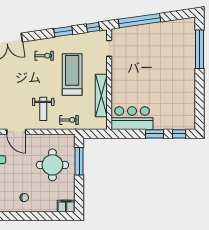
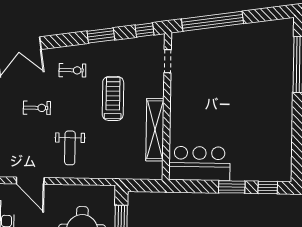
treadmill: (72, 75) -> (113, 98), width x0.73, depth x0.73
exercise bike: (69, 120) -> (37, 108), moved

